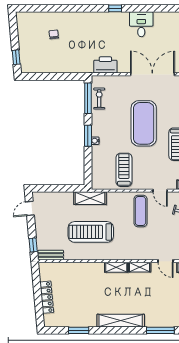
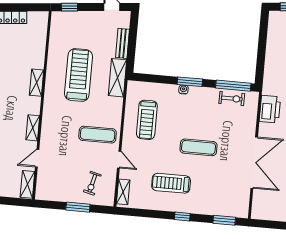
exercise mat: (144, 123) -> (198, 147), width x0.50, depth x0.69
treadmill: (124, 170) -> (147, 120), turned 90
door: (160, 191) -> (119, 160), swing flipped
bench: (51, 255) -> (122, 43), moved
shelving: (116, 267) -> (37, 83), moved

